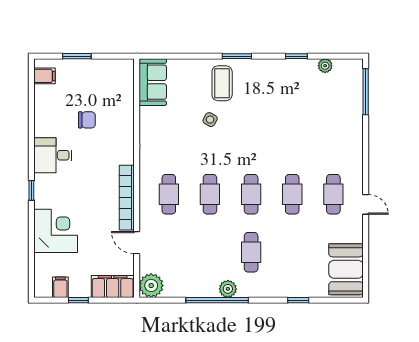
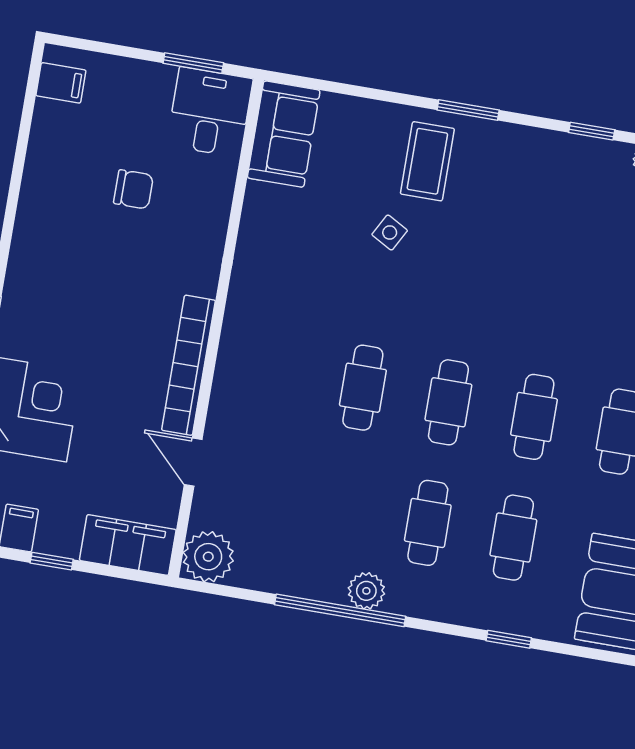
window: (77, 56) -> (193, 63), moved
desk: (53, 155) -> (210, 112), moved, turned 90
cafe table: (169, 194) -> (513, 538), moved

